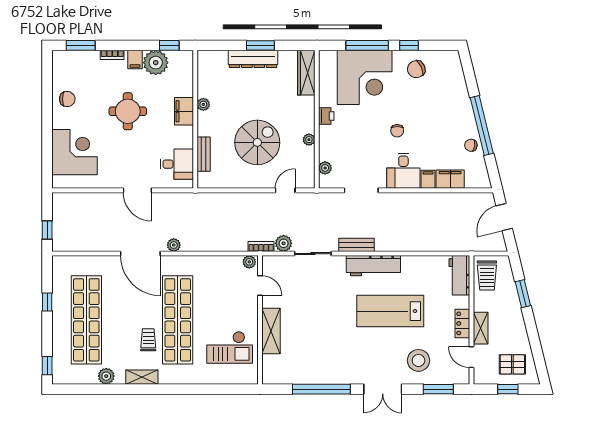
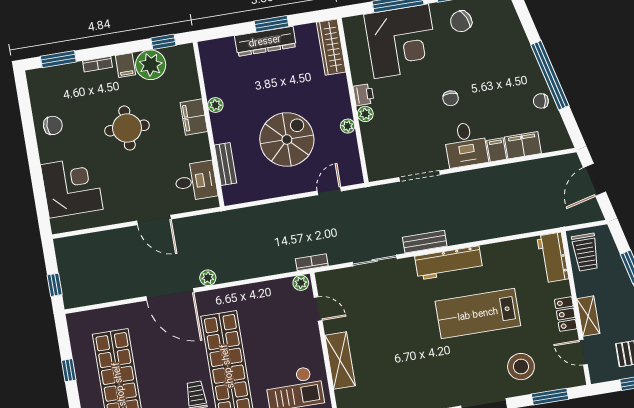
plant: (325, 168) -> (365, 114), moved
plant: (284, 243) -> (338, 254), removed

